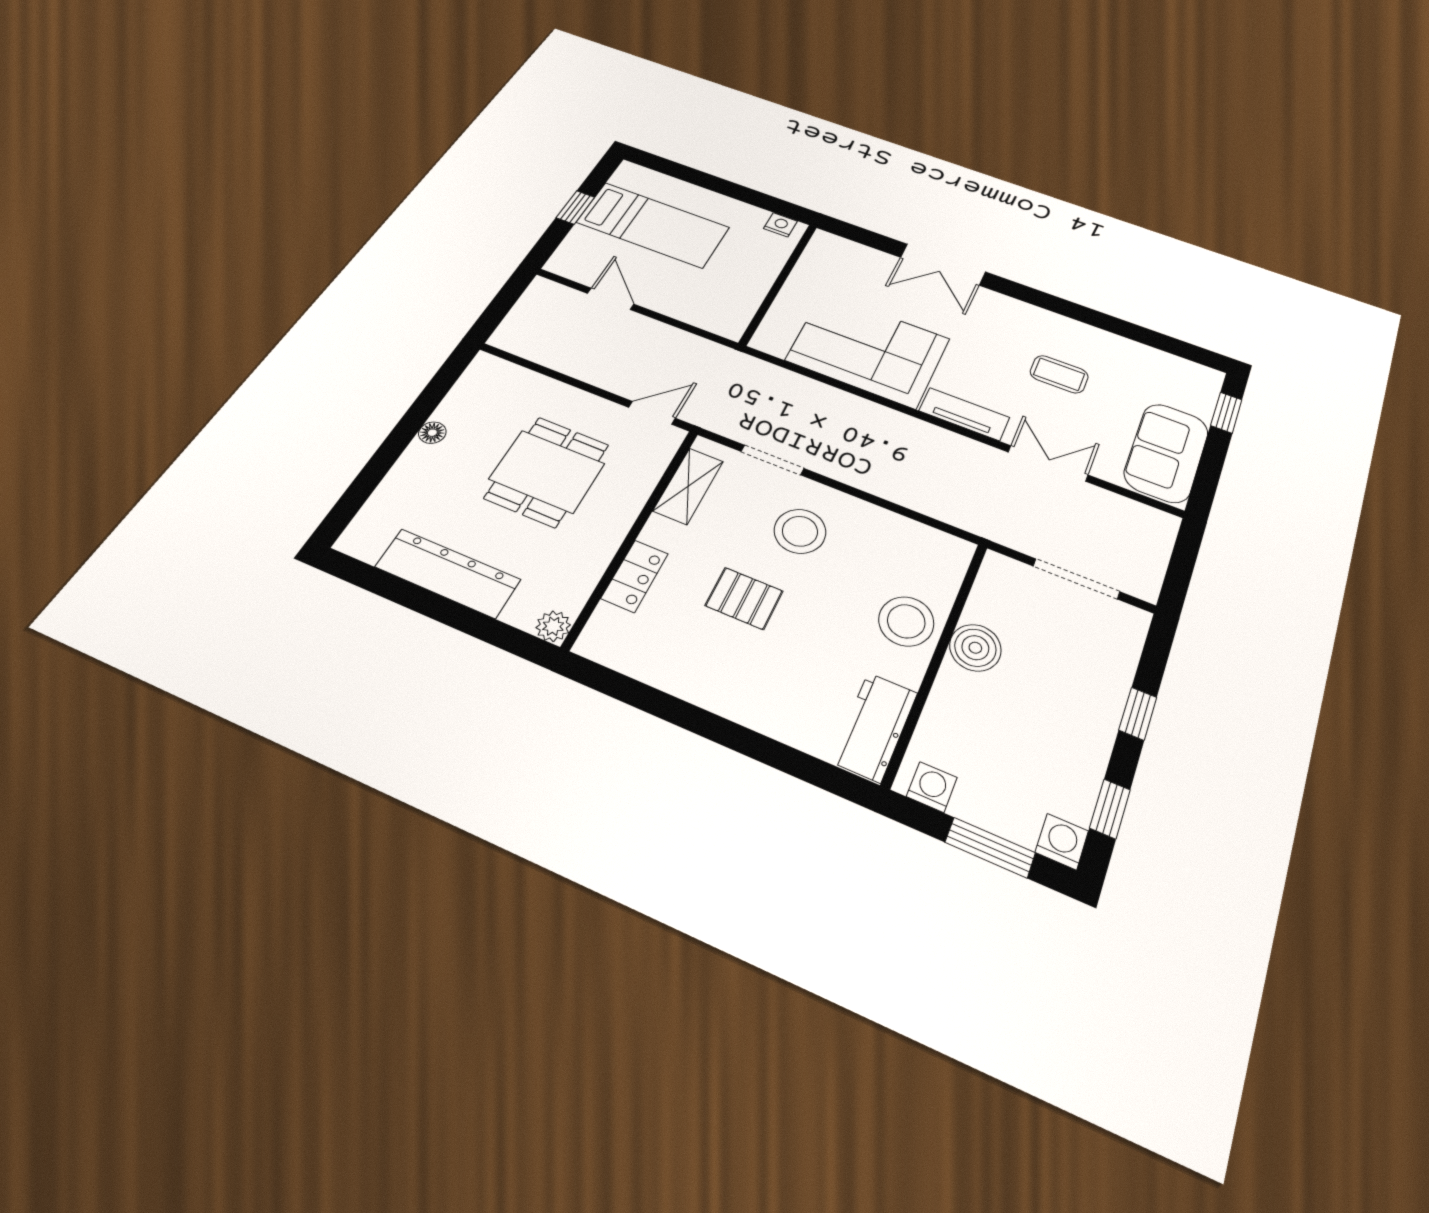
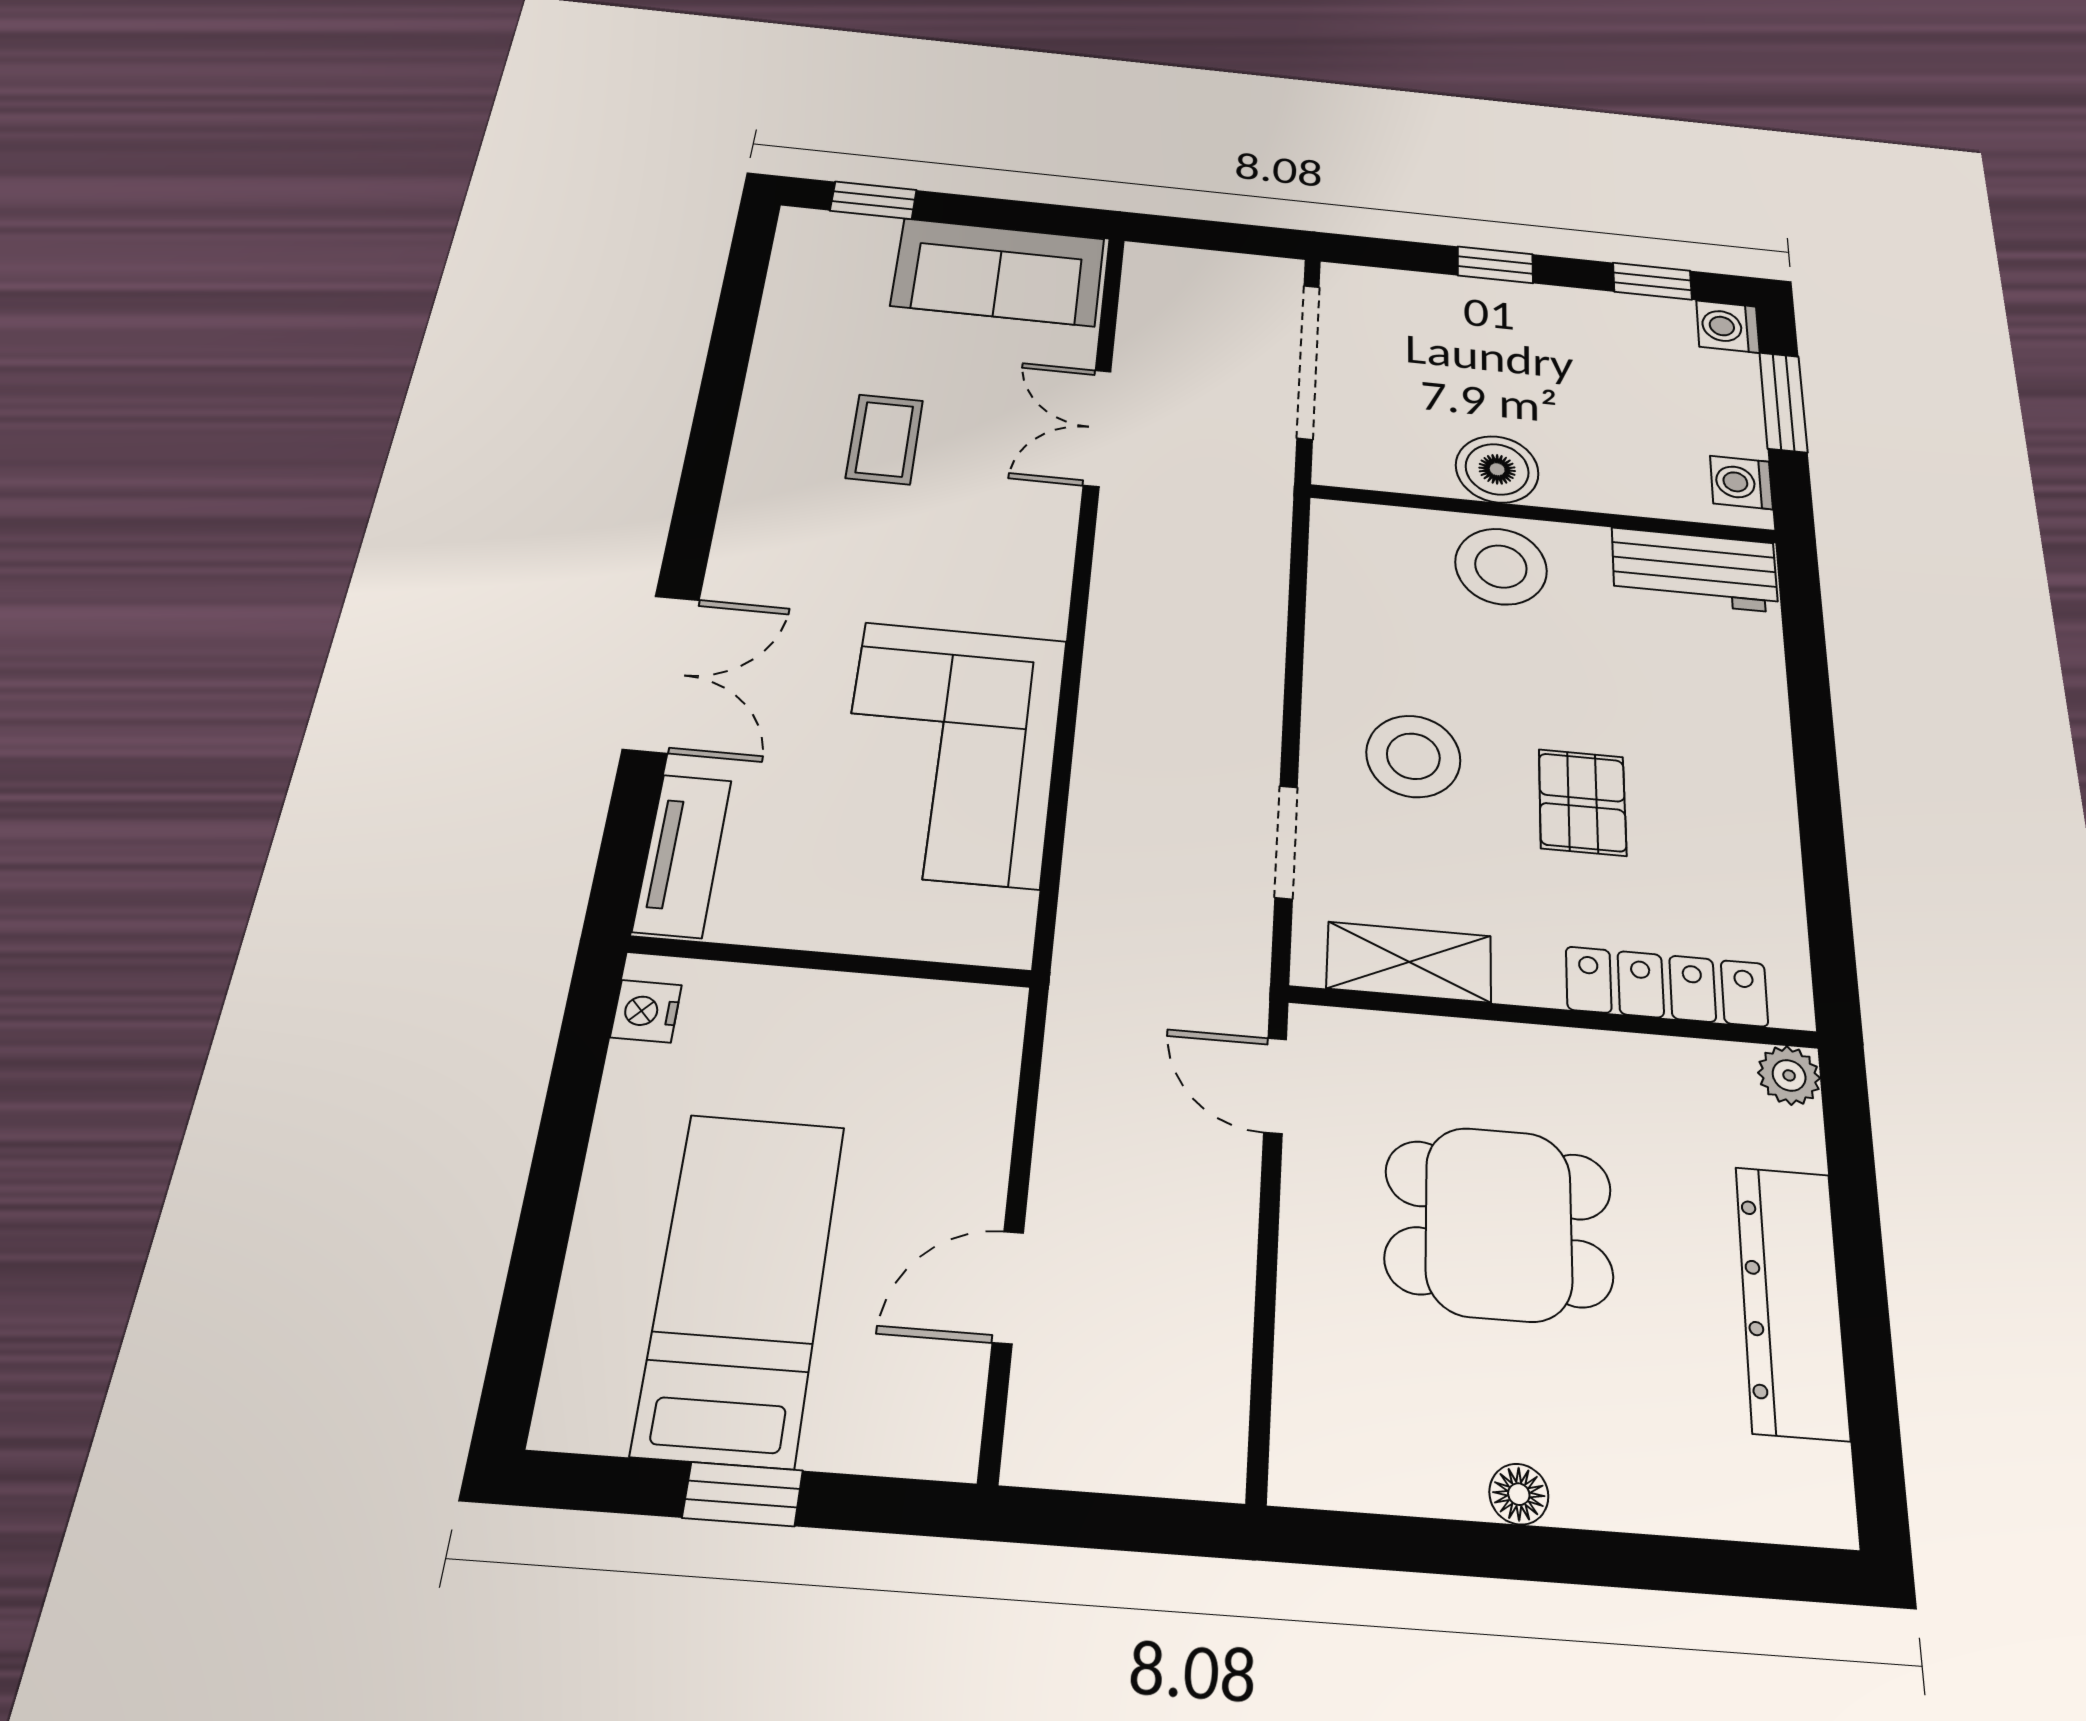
tv unit: (964, 414) -> (682, 855), moved, turned 180
locker: (635, 576) -> (1667, 987), width x1.53
doorway: (1076, 579) -> (1308, 361), width x1.36

